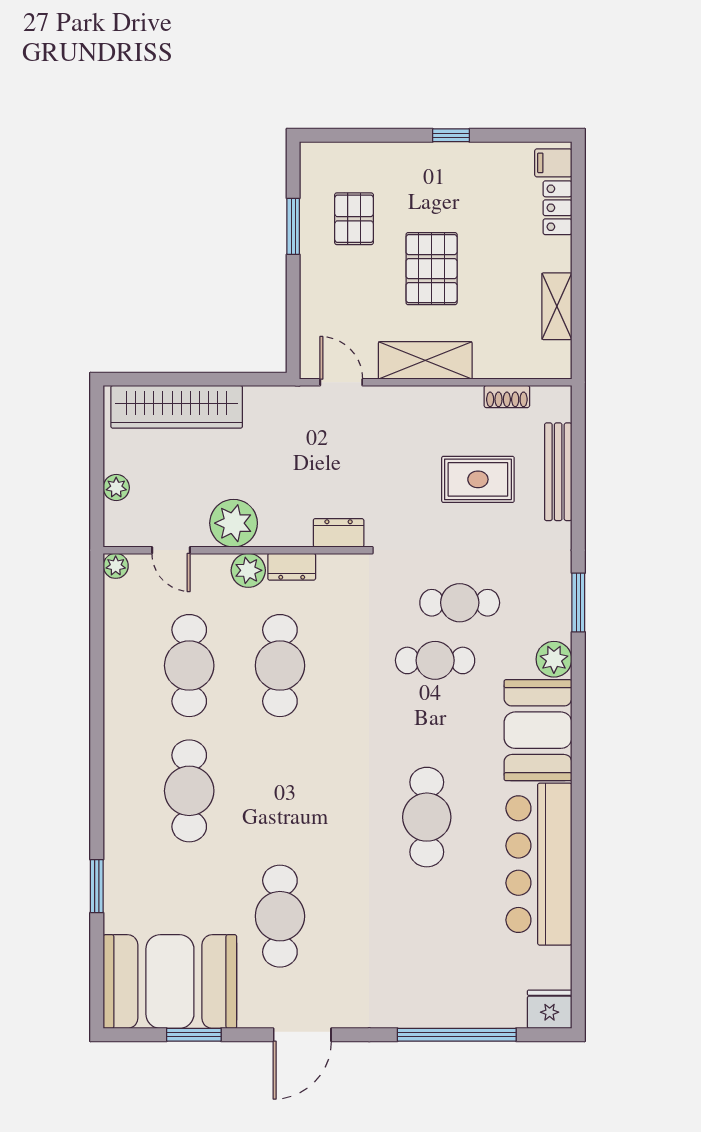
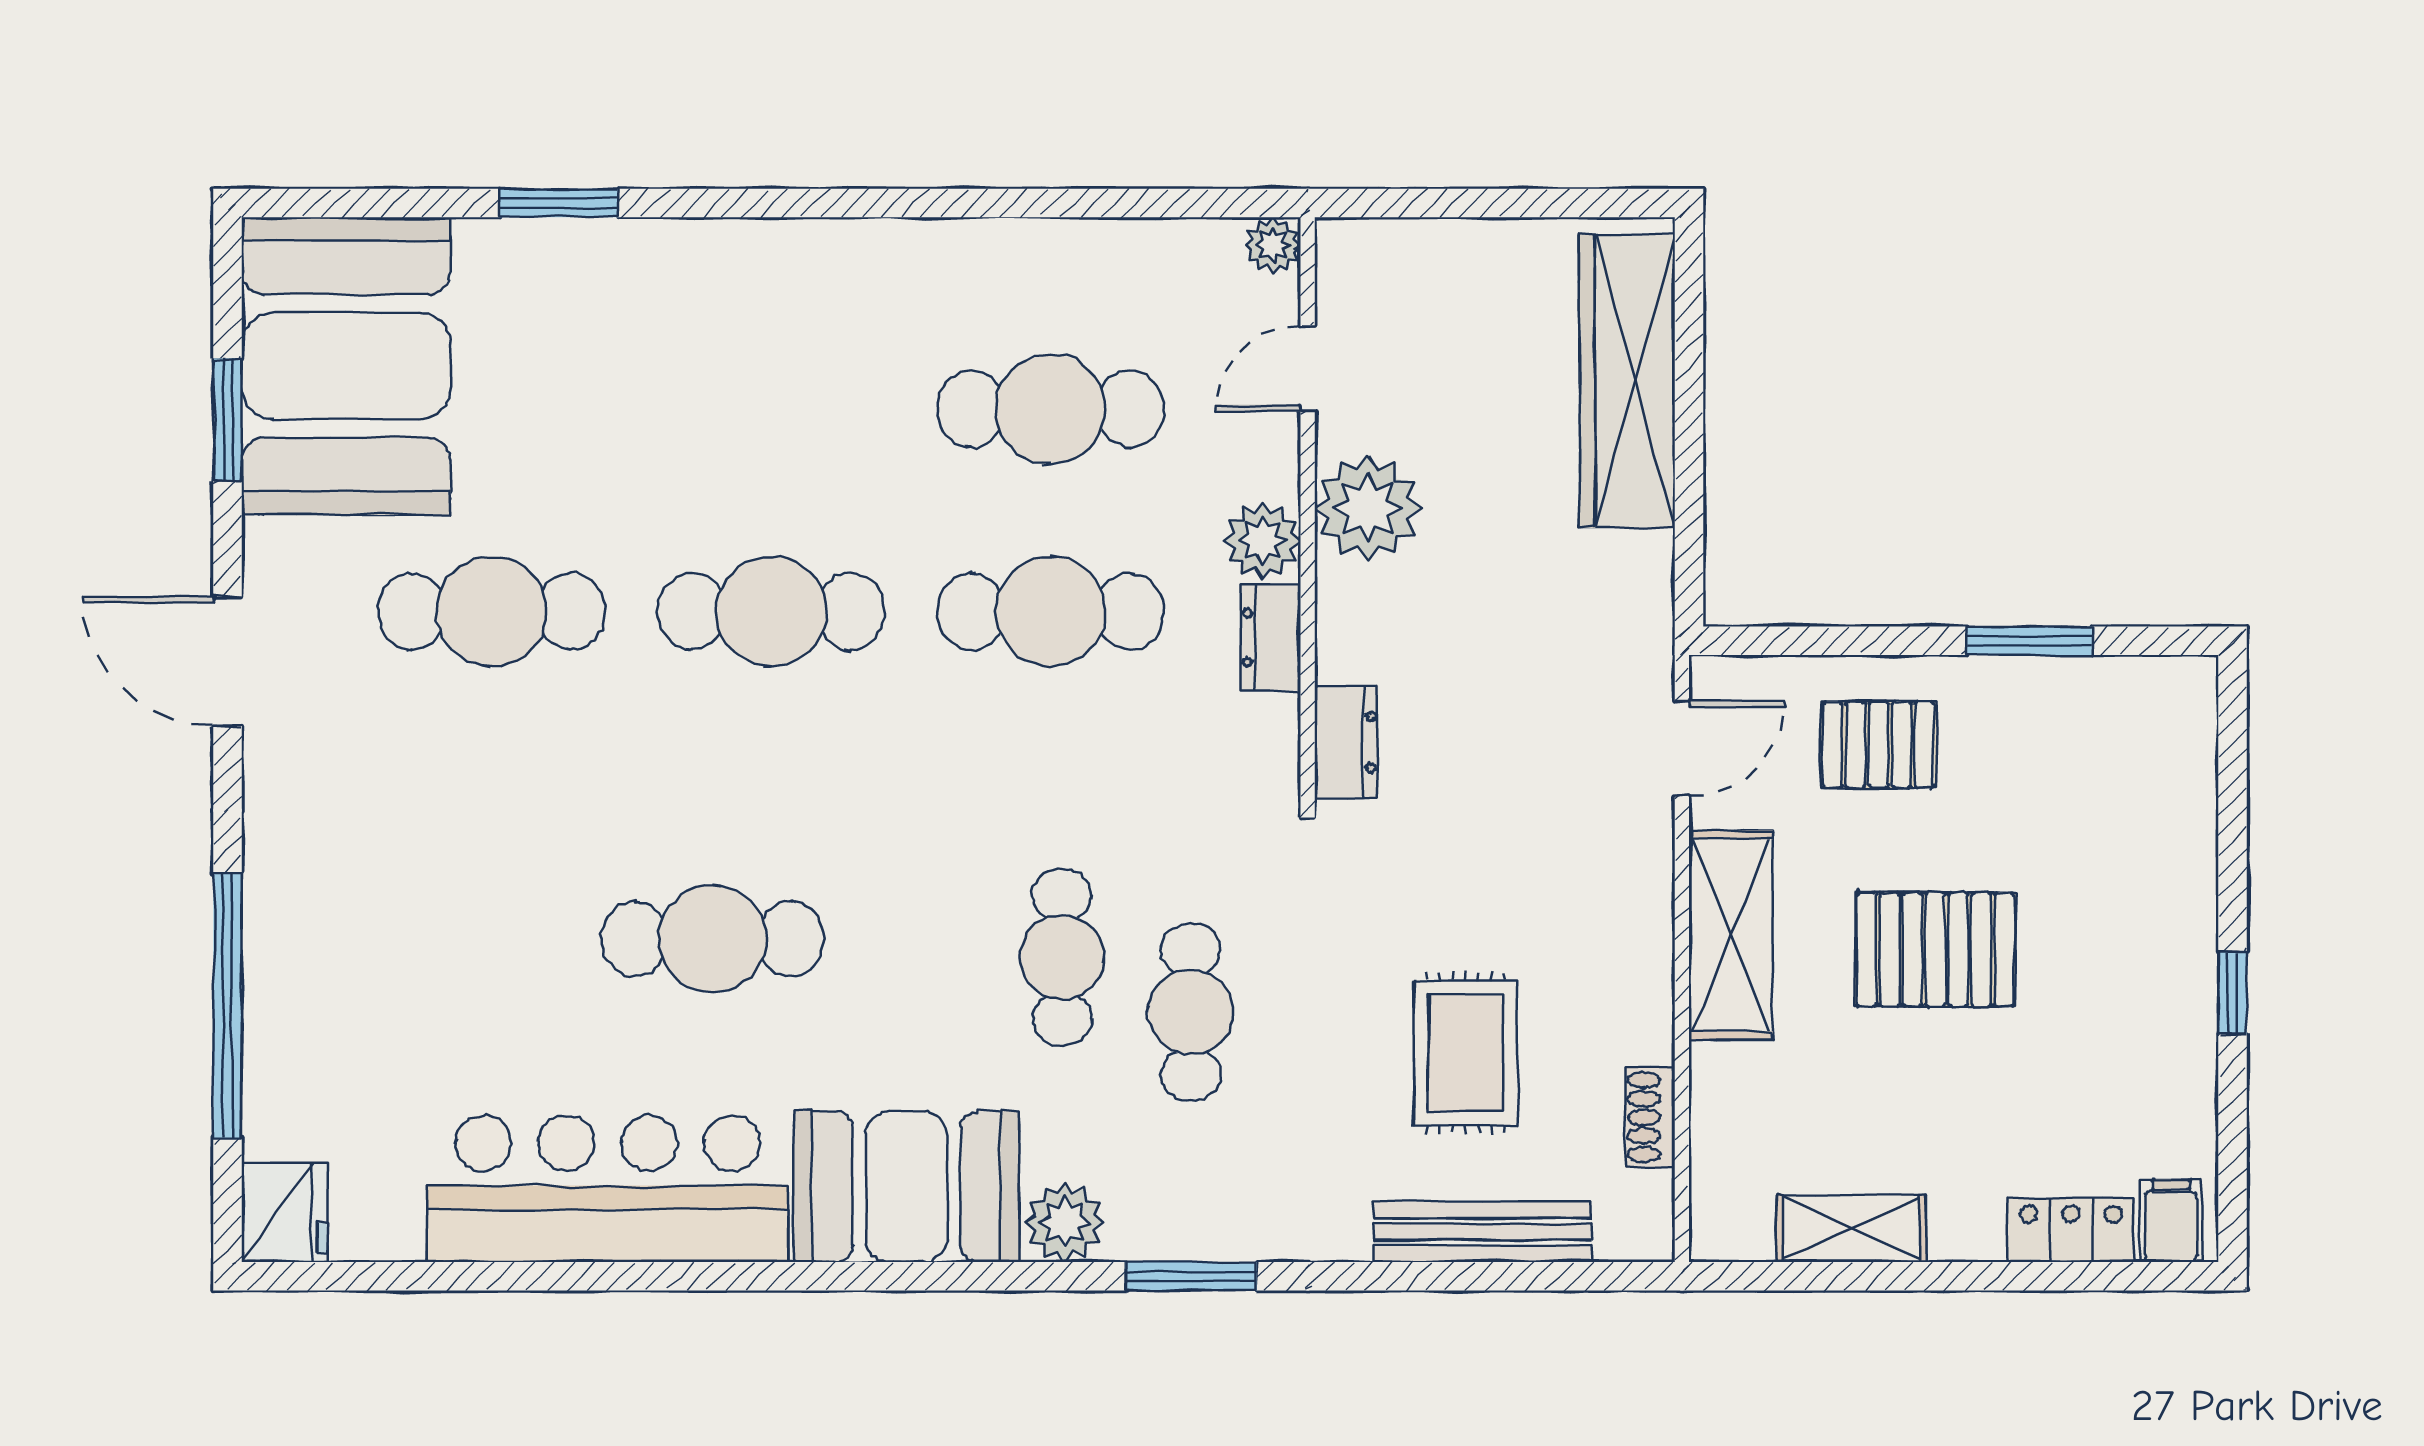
pallet: (354, 219) -> (1878, 745), moved
plant: (116, 488) -> (1447, 246), removed
cafe table: (189, 791) -> (771, 611), moved

